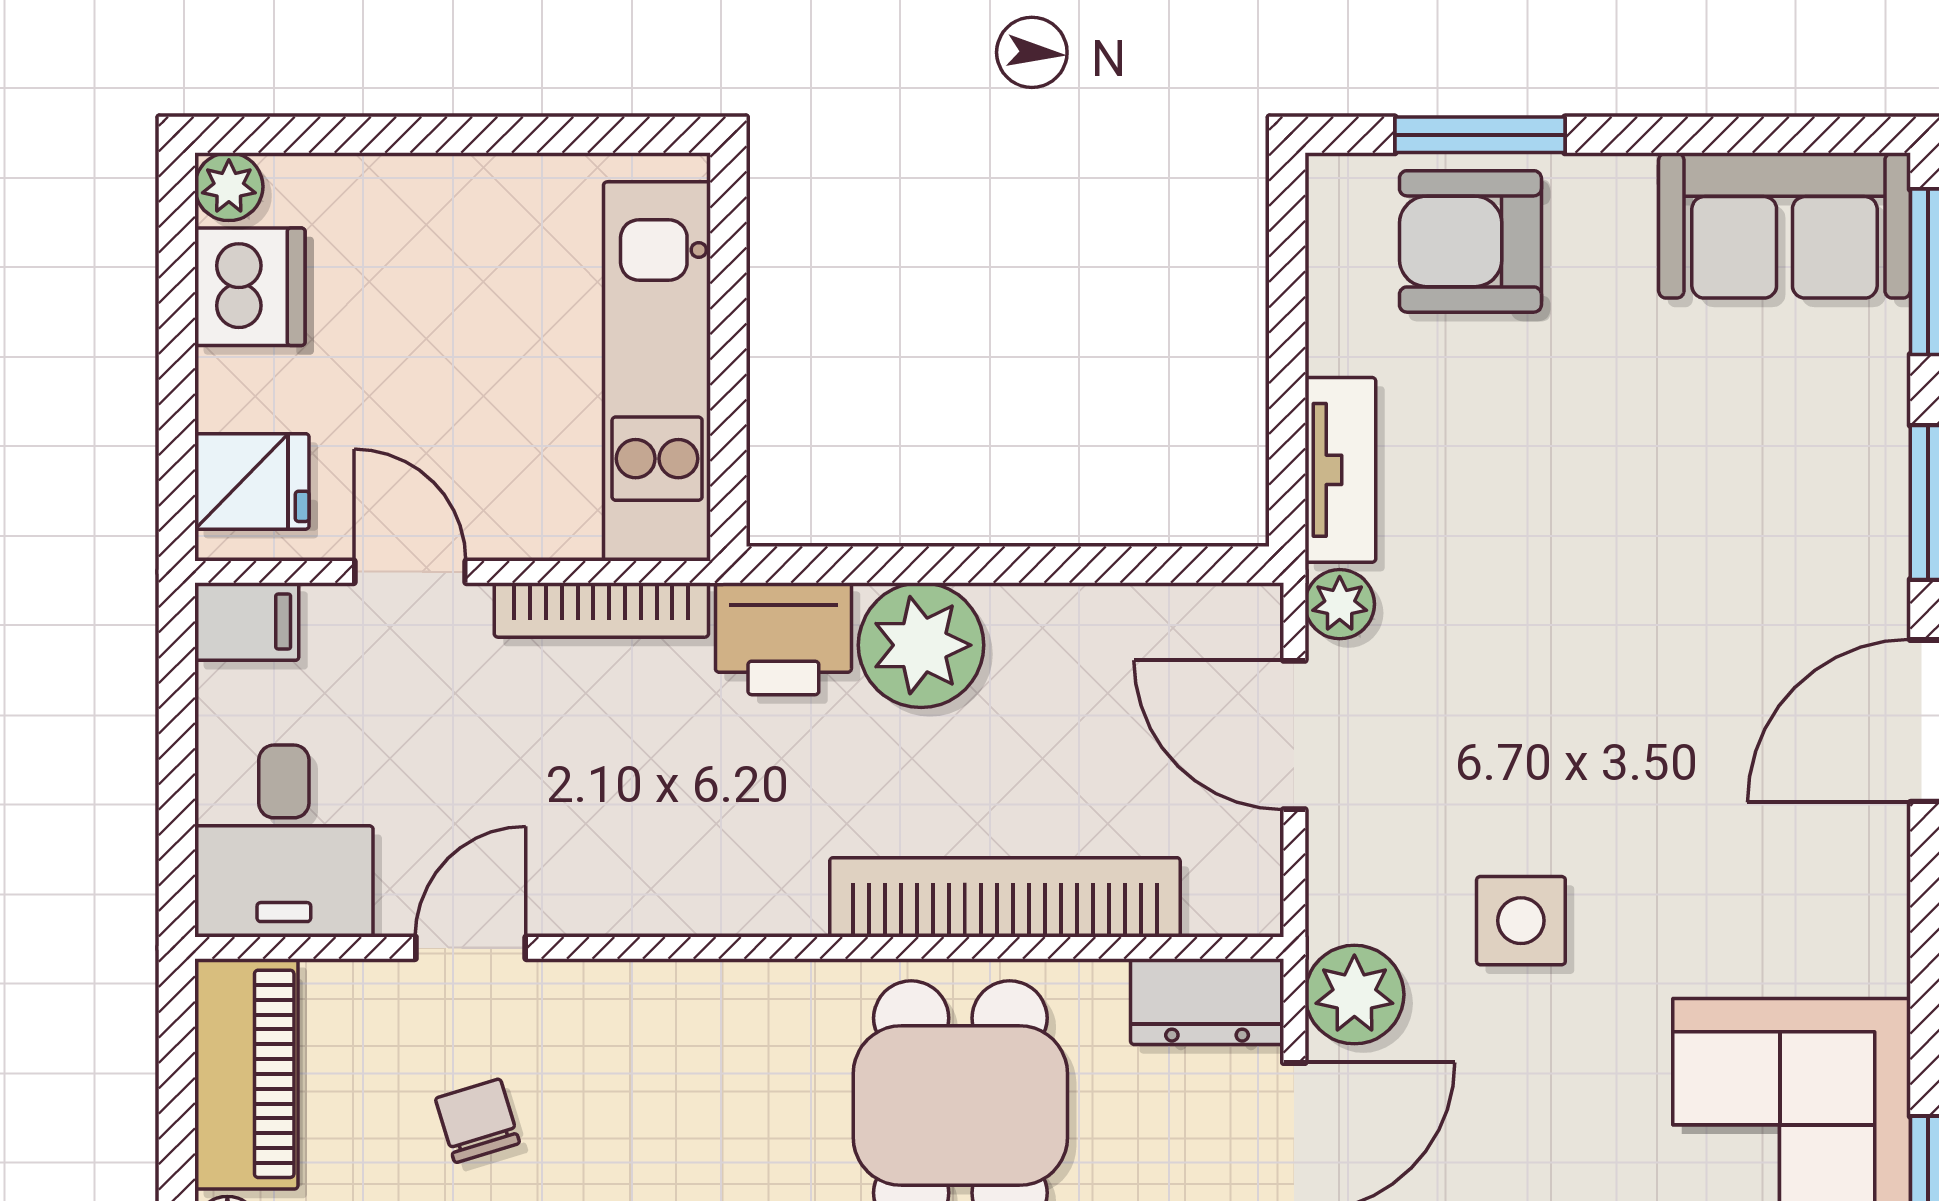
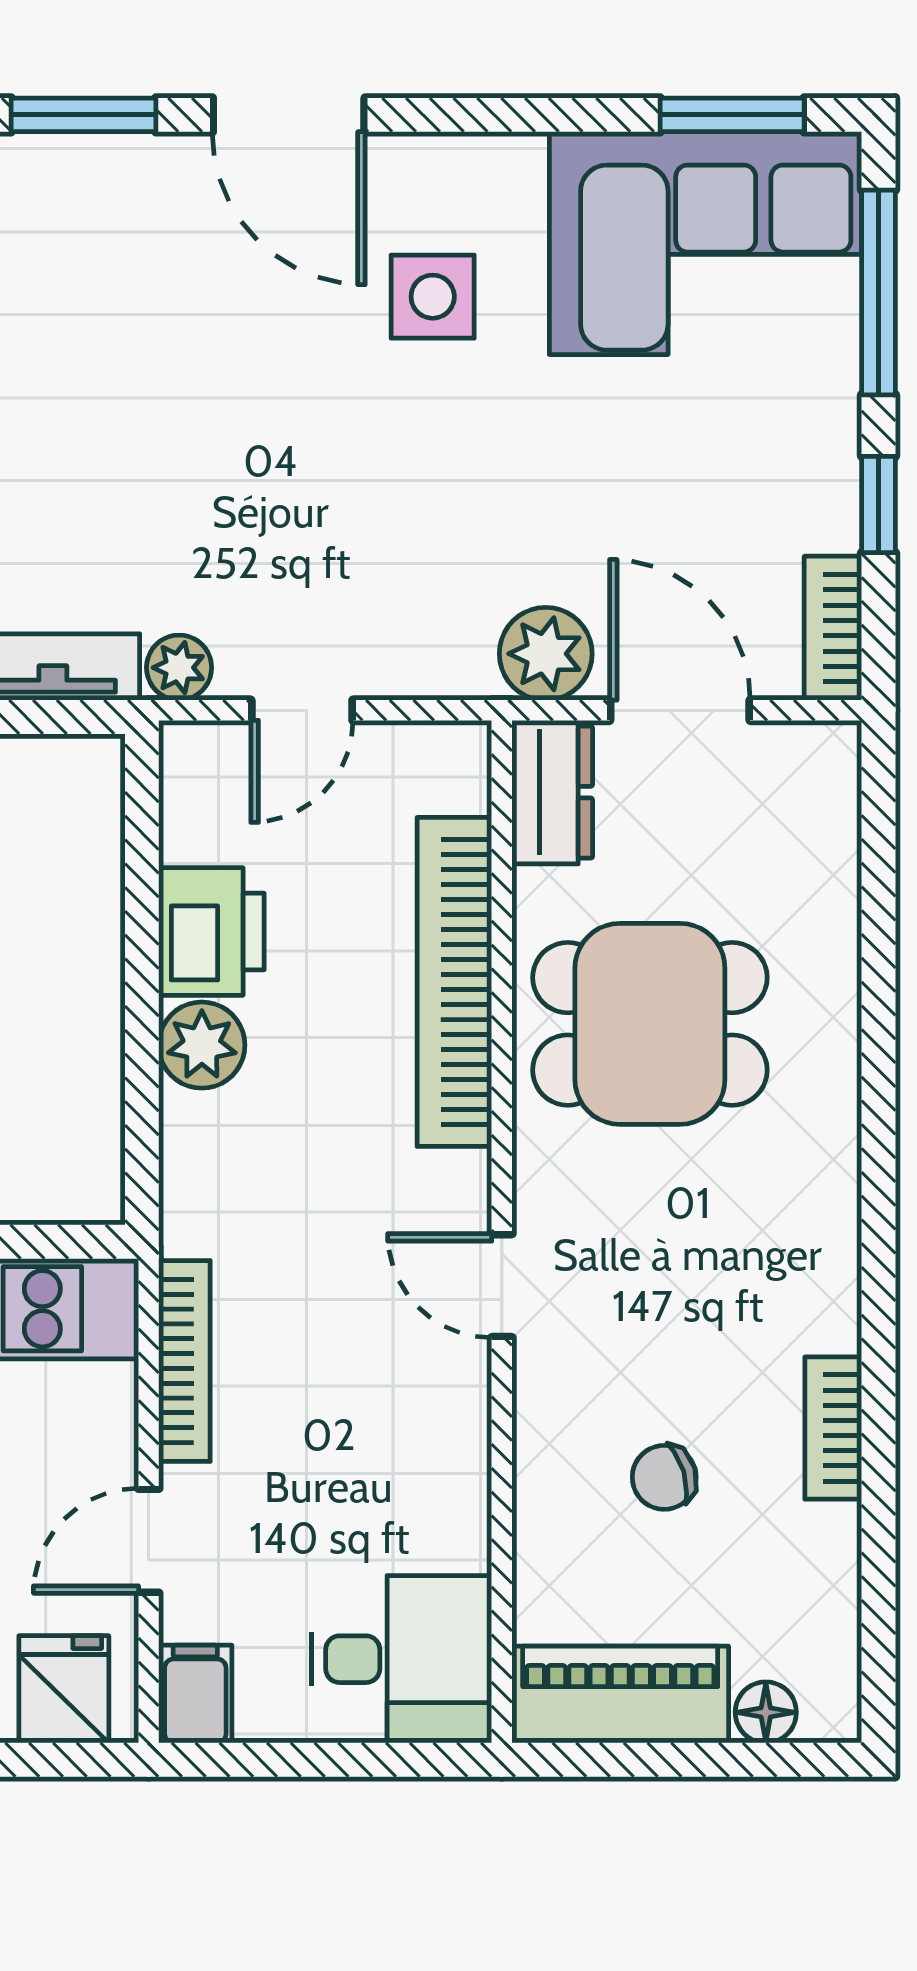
printer: (783, 639) -> (211, 932), moved
plant: (921, 645) -> (202, 1045), width x0.73, depth x0.73
door: (1294, 735) -> (302, 710), width x0.73
side table: (1521, 921) -> (433, 297), moved
door: (471, 948) -> (502, 1286), moved

